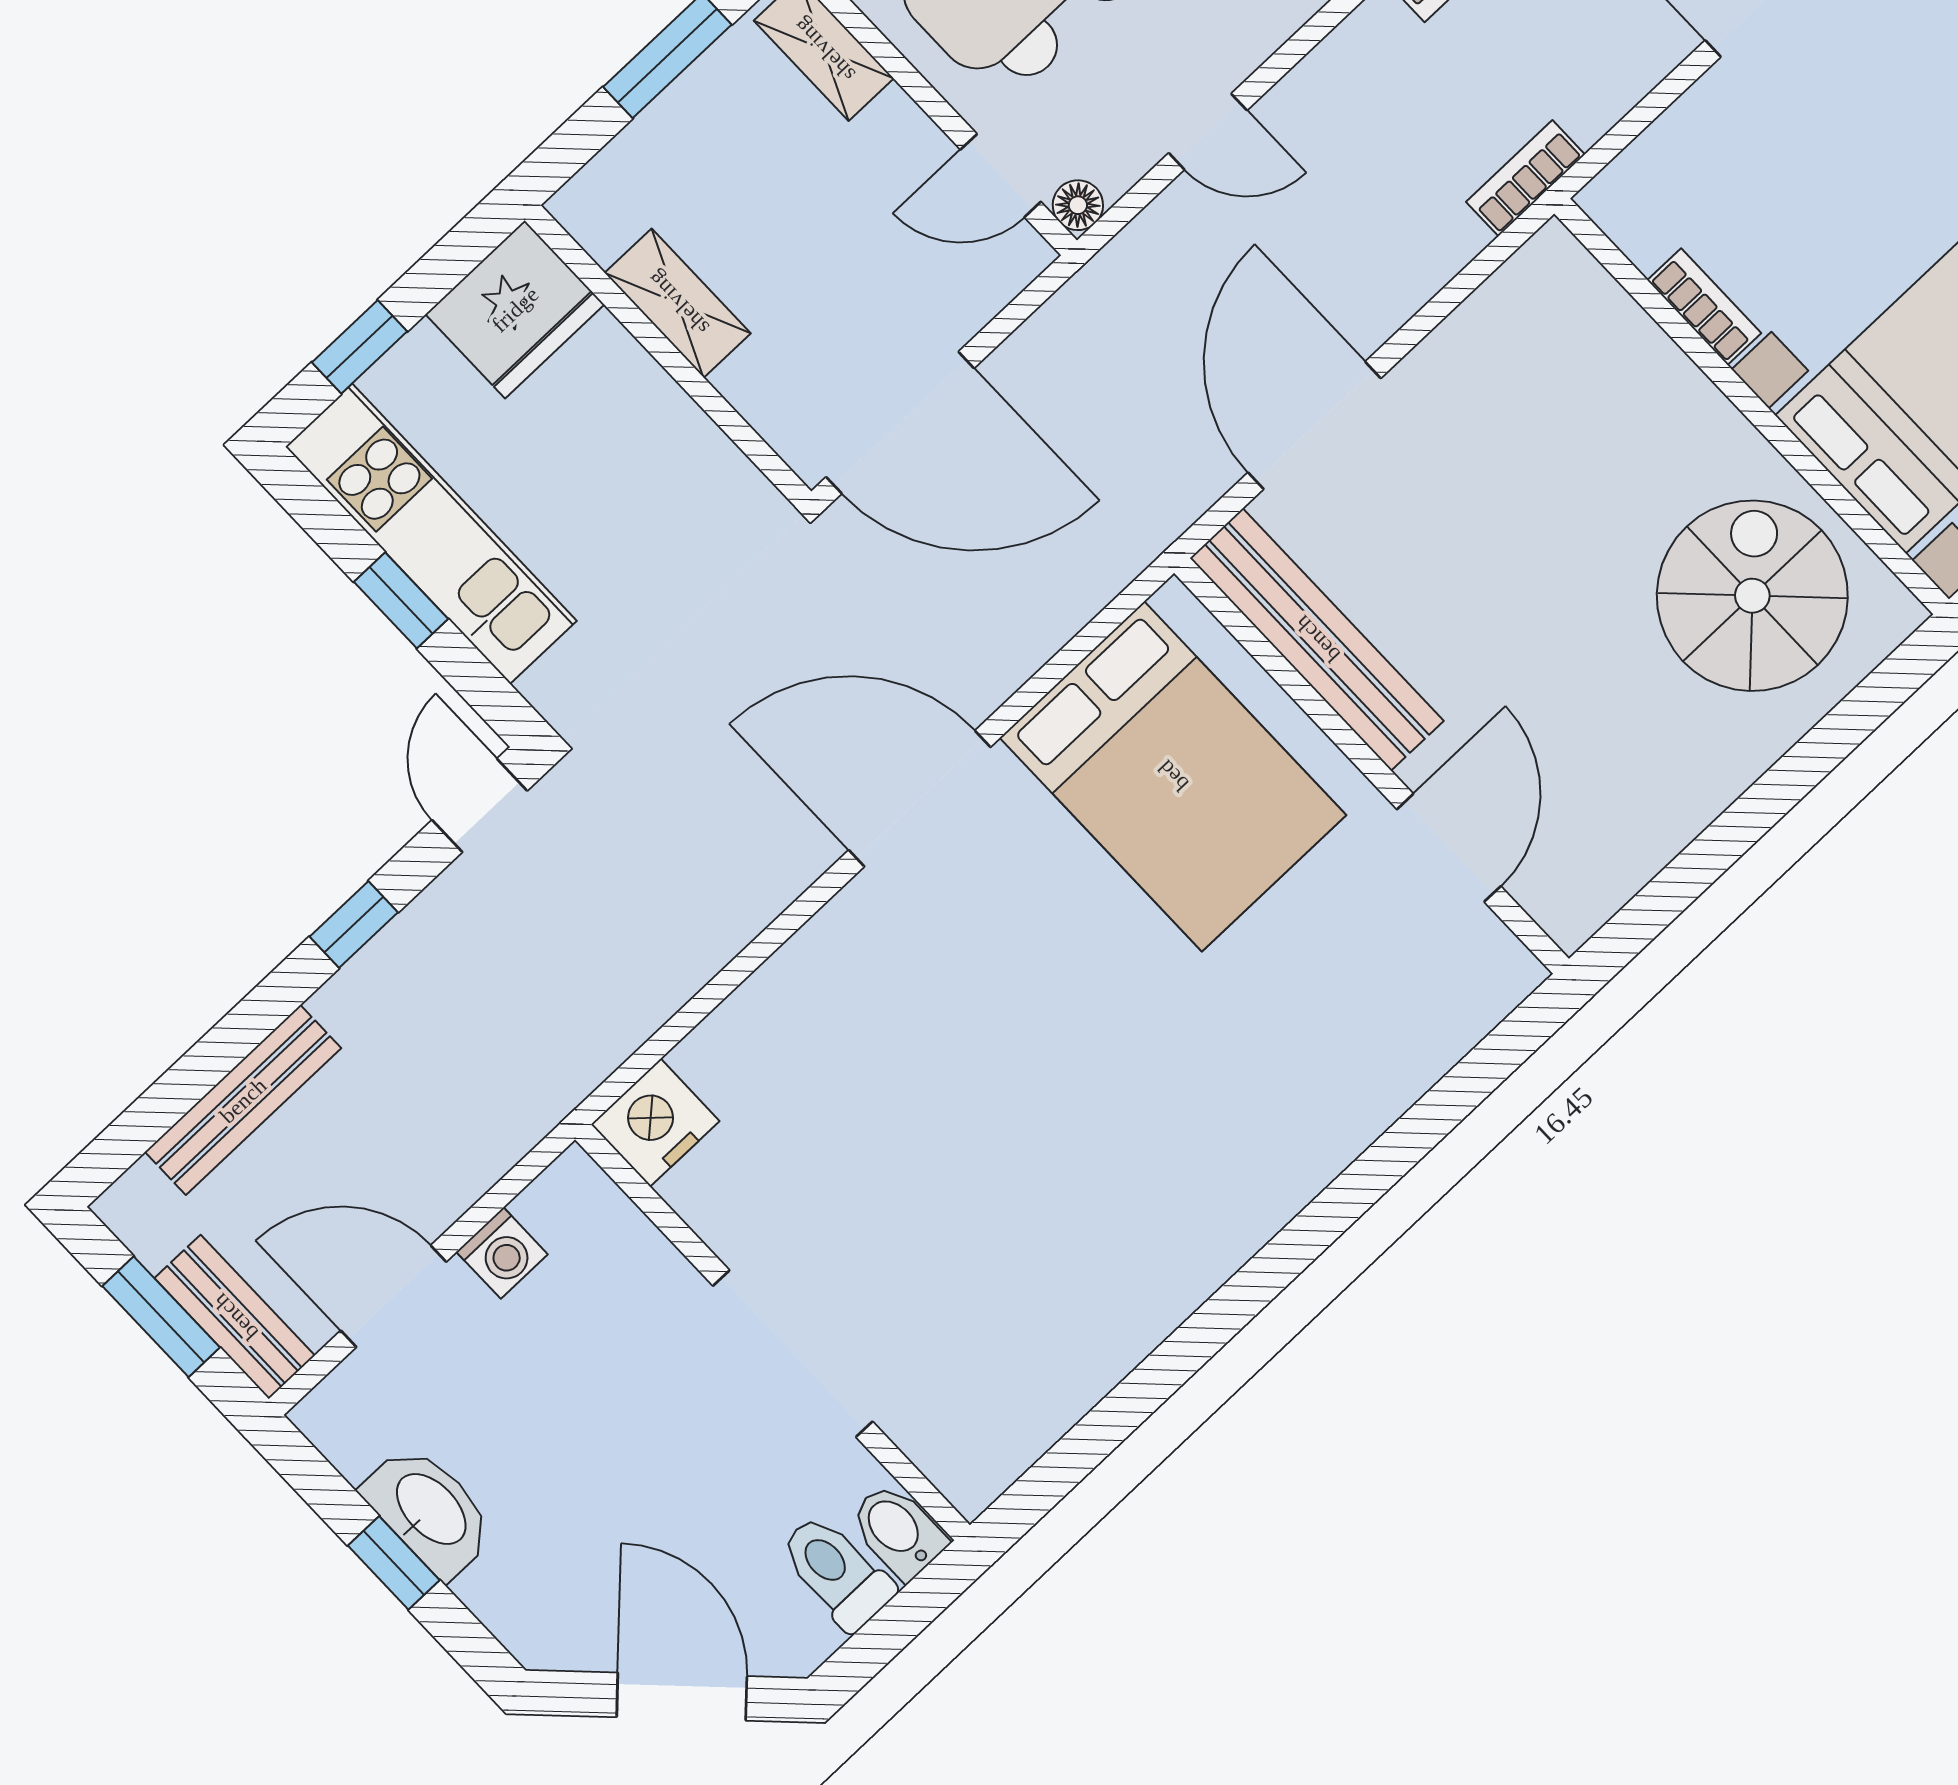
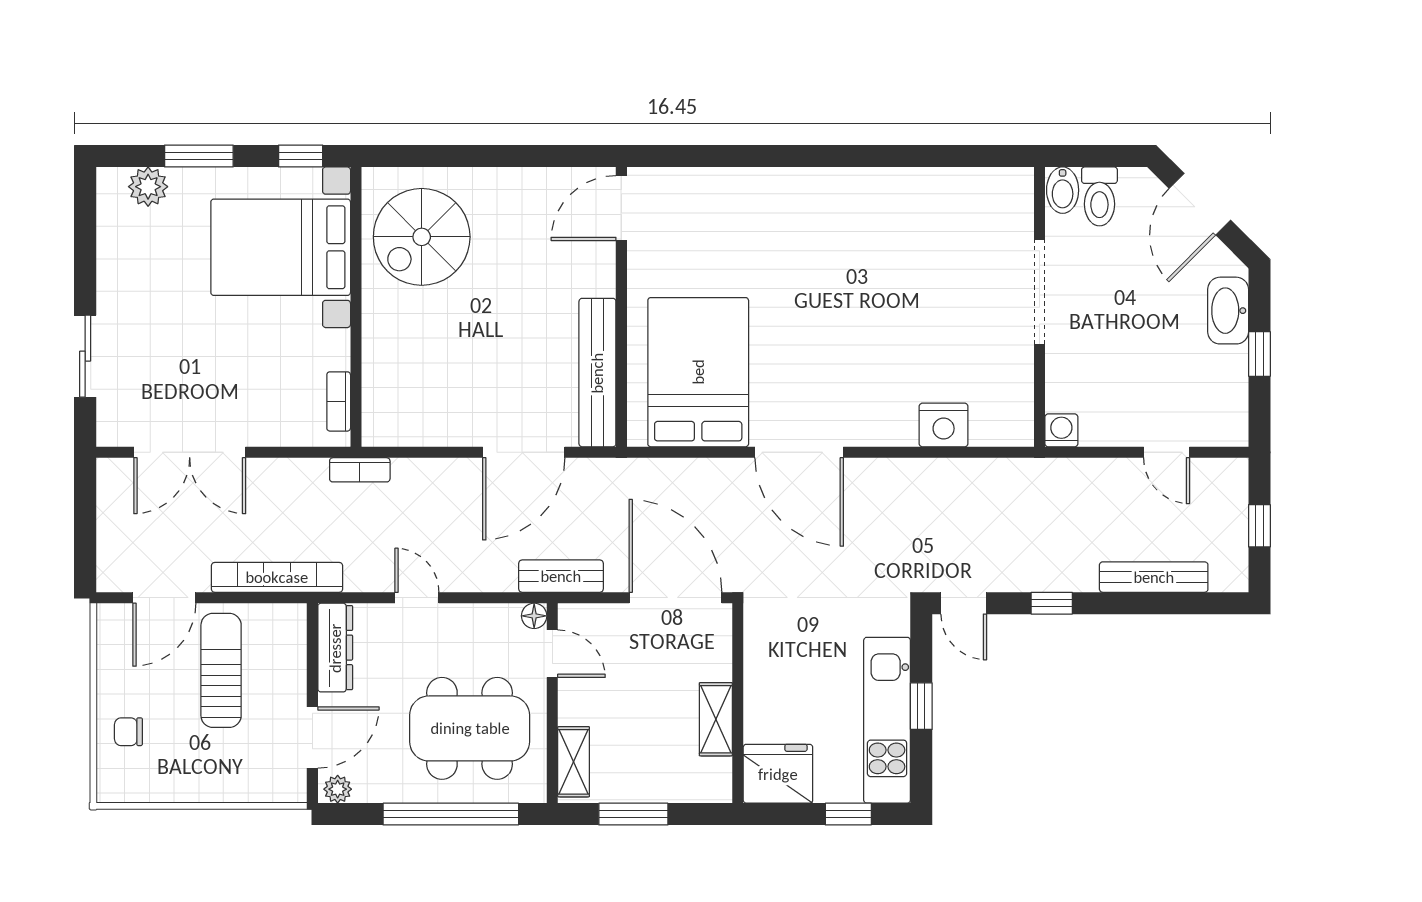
door: (1208, 132) -> (417, 598), moved
bookcase: (1704, 307) -> (339, 401), moved
door: (480, 805) -> (964, 603), hinge flipped
door: (1449, 848) -> (621, 208), moved
nightstand: (655, 1123) -> (944, 425), moved
washing machine: (502, 1253) -> (1061, 430), moved
door: (394, 1296) -> (1167, 452), width x0.73
window: (161, 1317) -> (1259, 526), width x0.67
bench: (235, 1317) -> (561, 576), moved, turned 90
washbasin: (429, 1511) -> (1228, 311), moved

